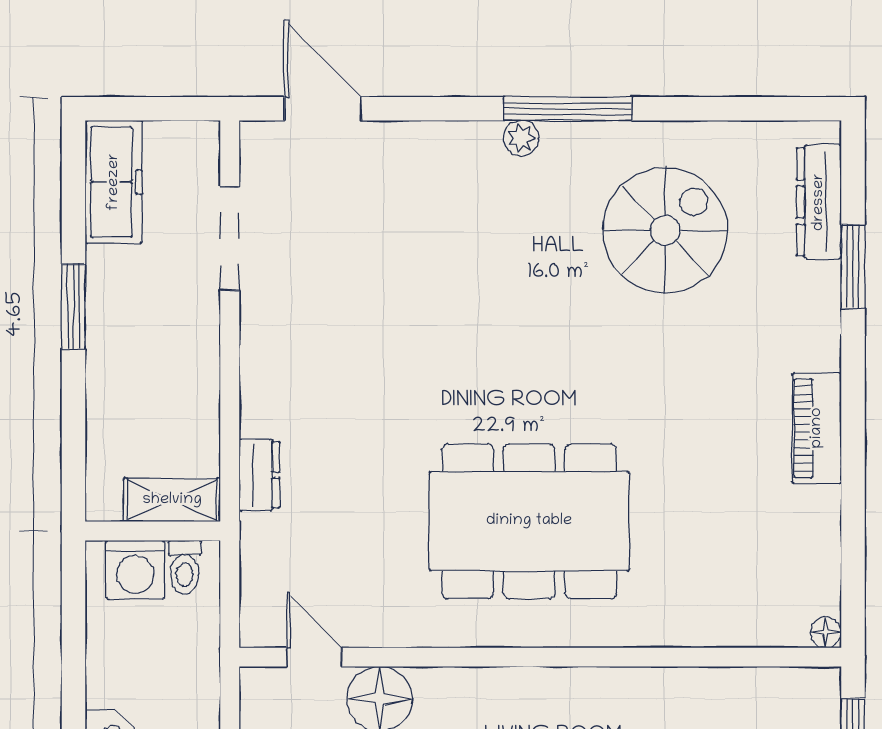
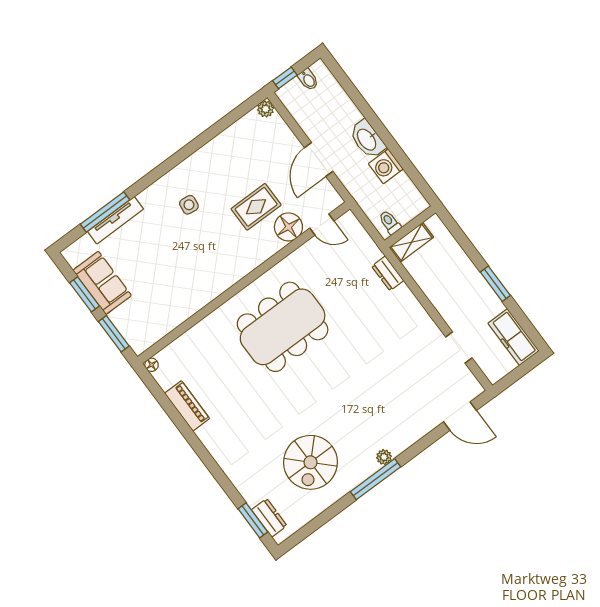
dresser: (819, 202) -> (269, 518), width x0.70
doorway: (230, 238) -> (459, 347), width x0.73
window: (853, 267) -> (253, 520), moved
piano: (817, 428) -> (187, 406), moved
washing machine: (135, 570) -> (386, 166), moved, turned -90

